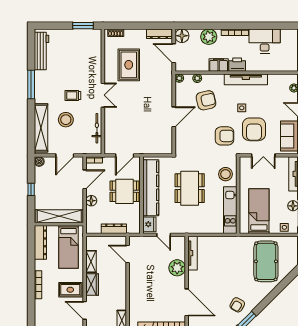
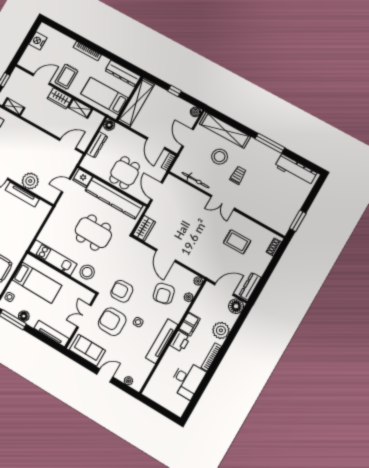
rug: (129, 65) -> (237, 242), width x0.73, depth x0.70
armchair: (224, 136) -> (122, 291), turned 87
wardrobe: (162, 148) -> (144, 228), added
floor lamp: (91, 201) -> (109, 125), moved
tv unit: (193, 253) -> (22, 195), moved

